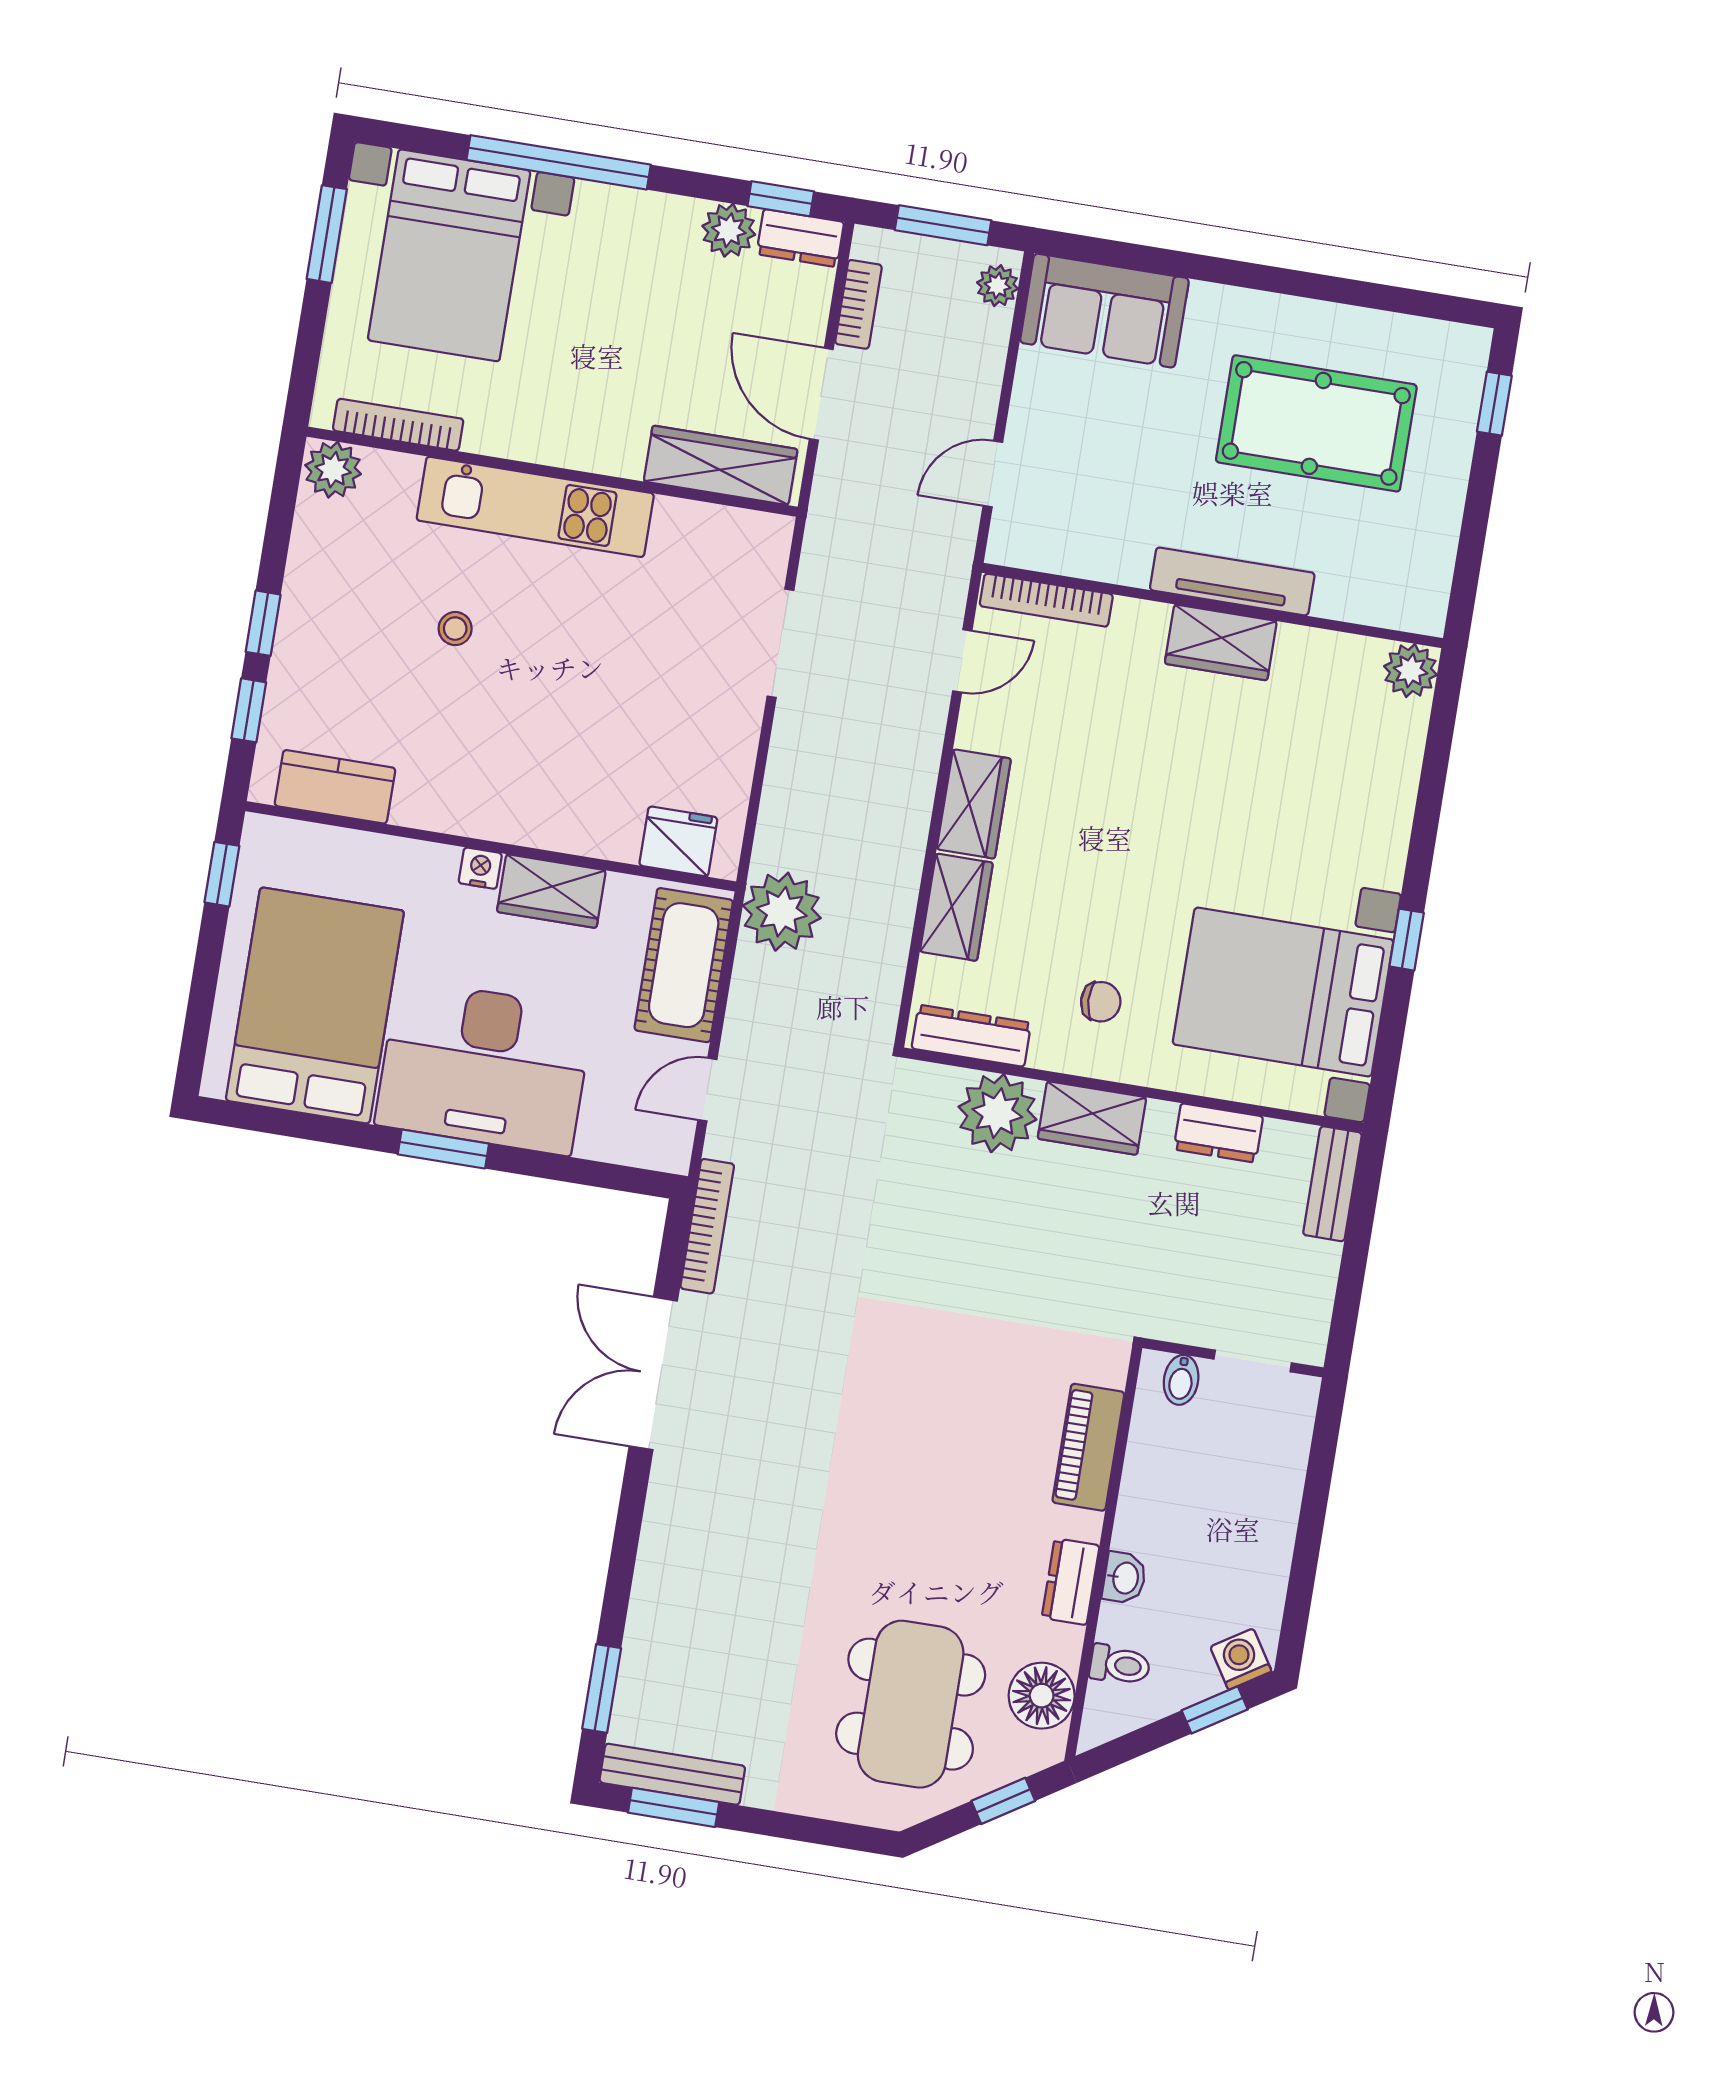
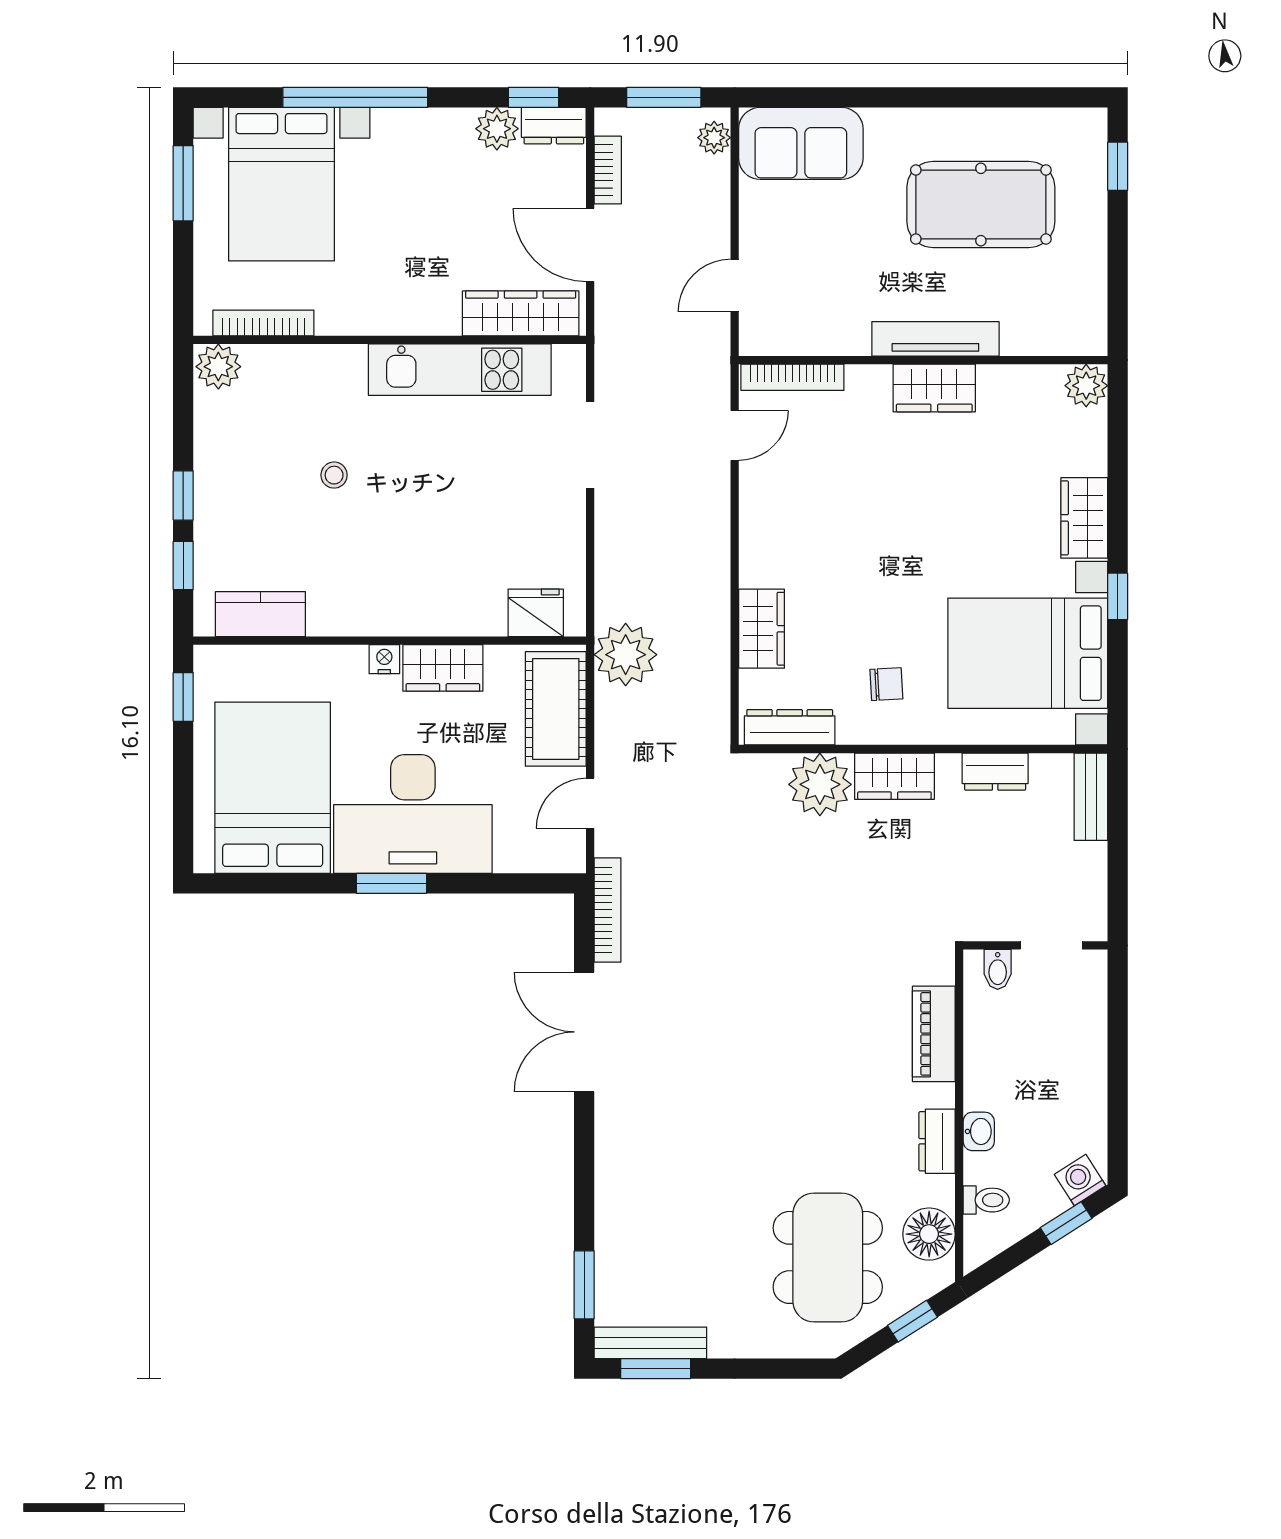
kitchen unit: (535, 507) -> (460, 370), moved
wardrobe: (974, 804) -> (1084, 518), moved, turned 180

